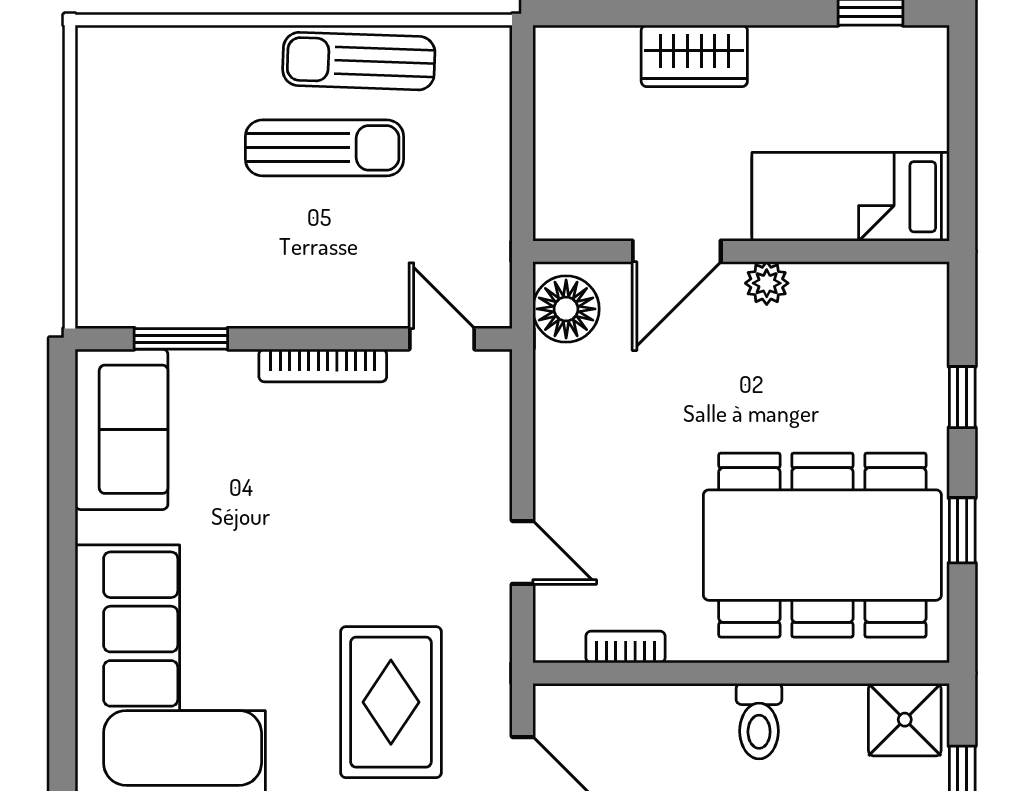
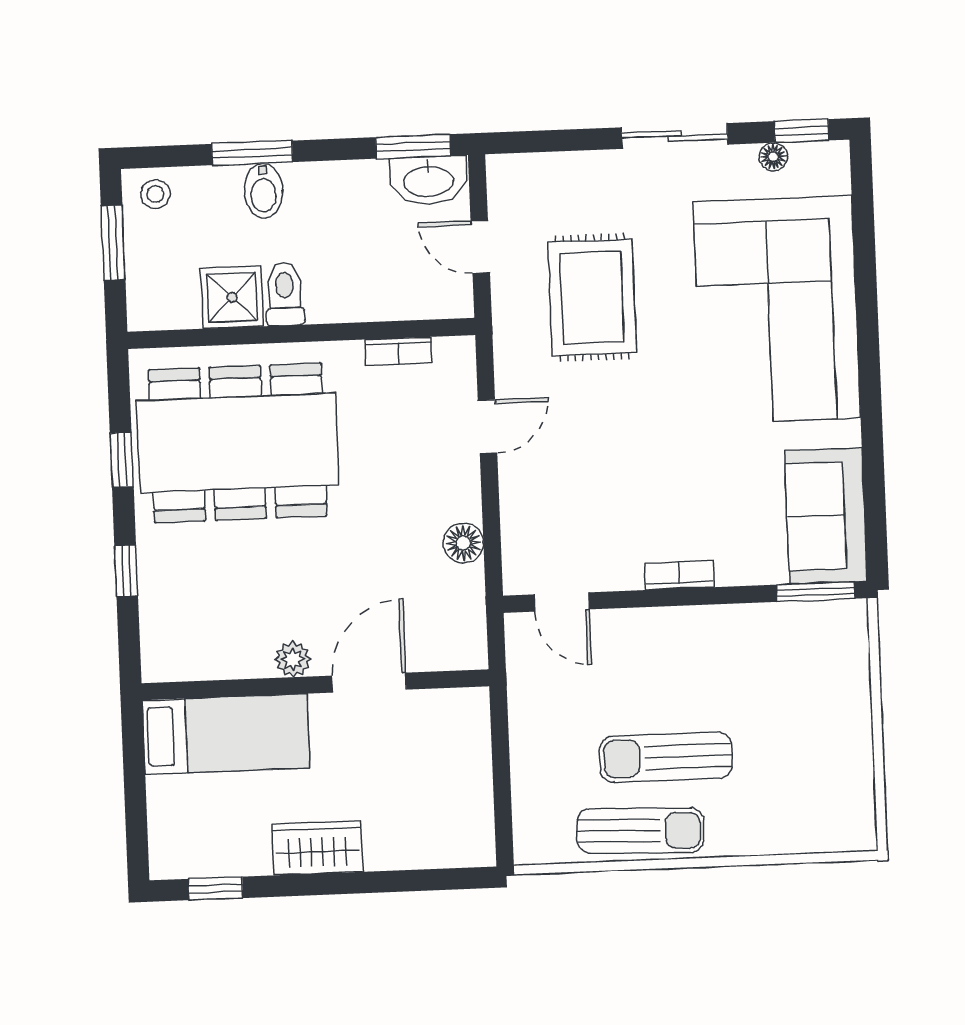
wardrobe: (694, 56) -> (317, 848), moved
floor lamp: (566, 309) -> (463, 543), moved, width x0.73, depth x0.73
window: (181, 339) -> (815, 592), moved
bookcase: (323, 365) -> (679, 575), width x0.64
door: (523, 552) -> (487, 427), swing flipped
shower: (905, 720) -> (232, 297), moved

